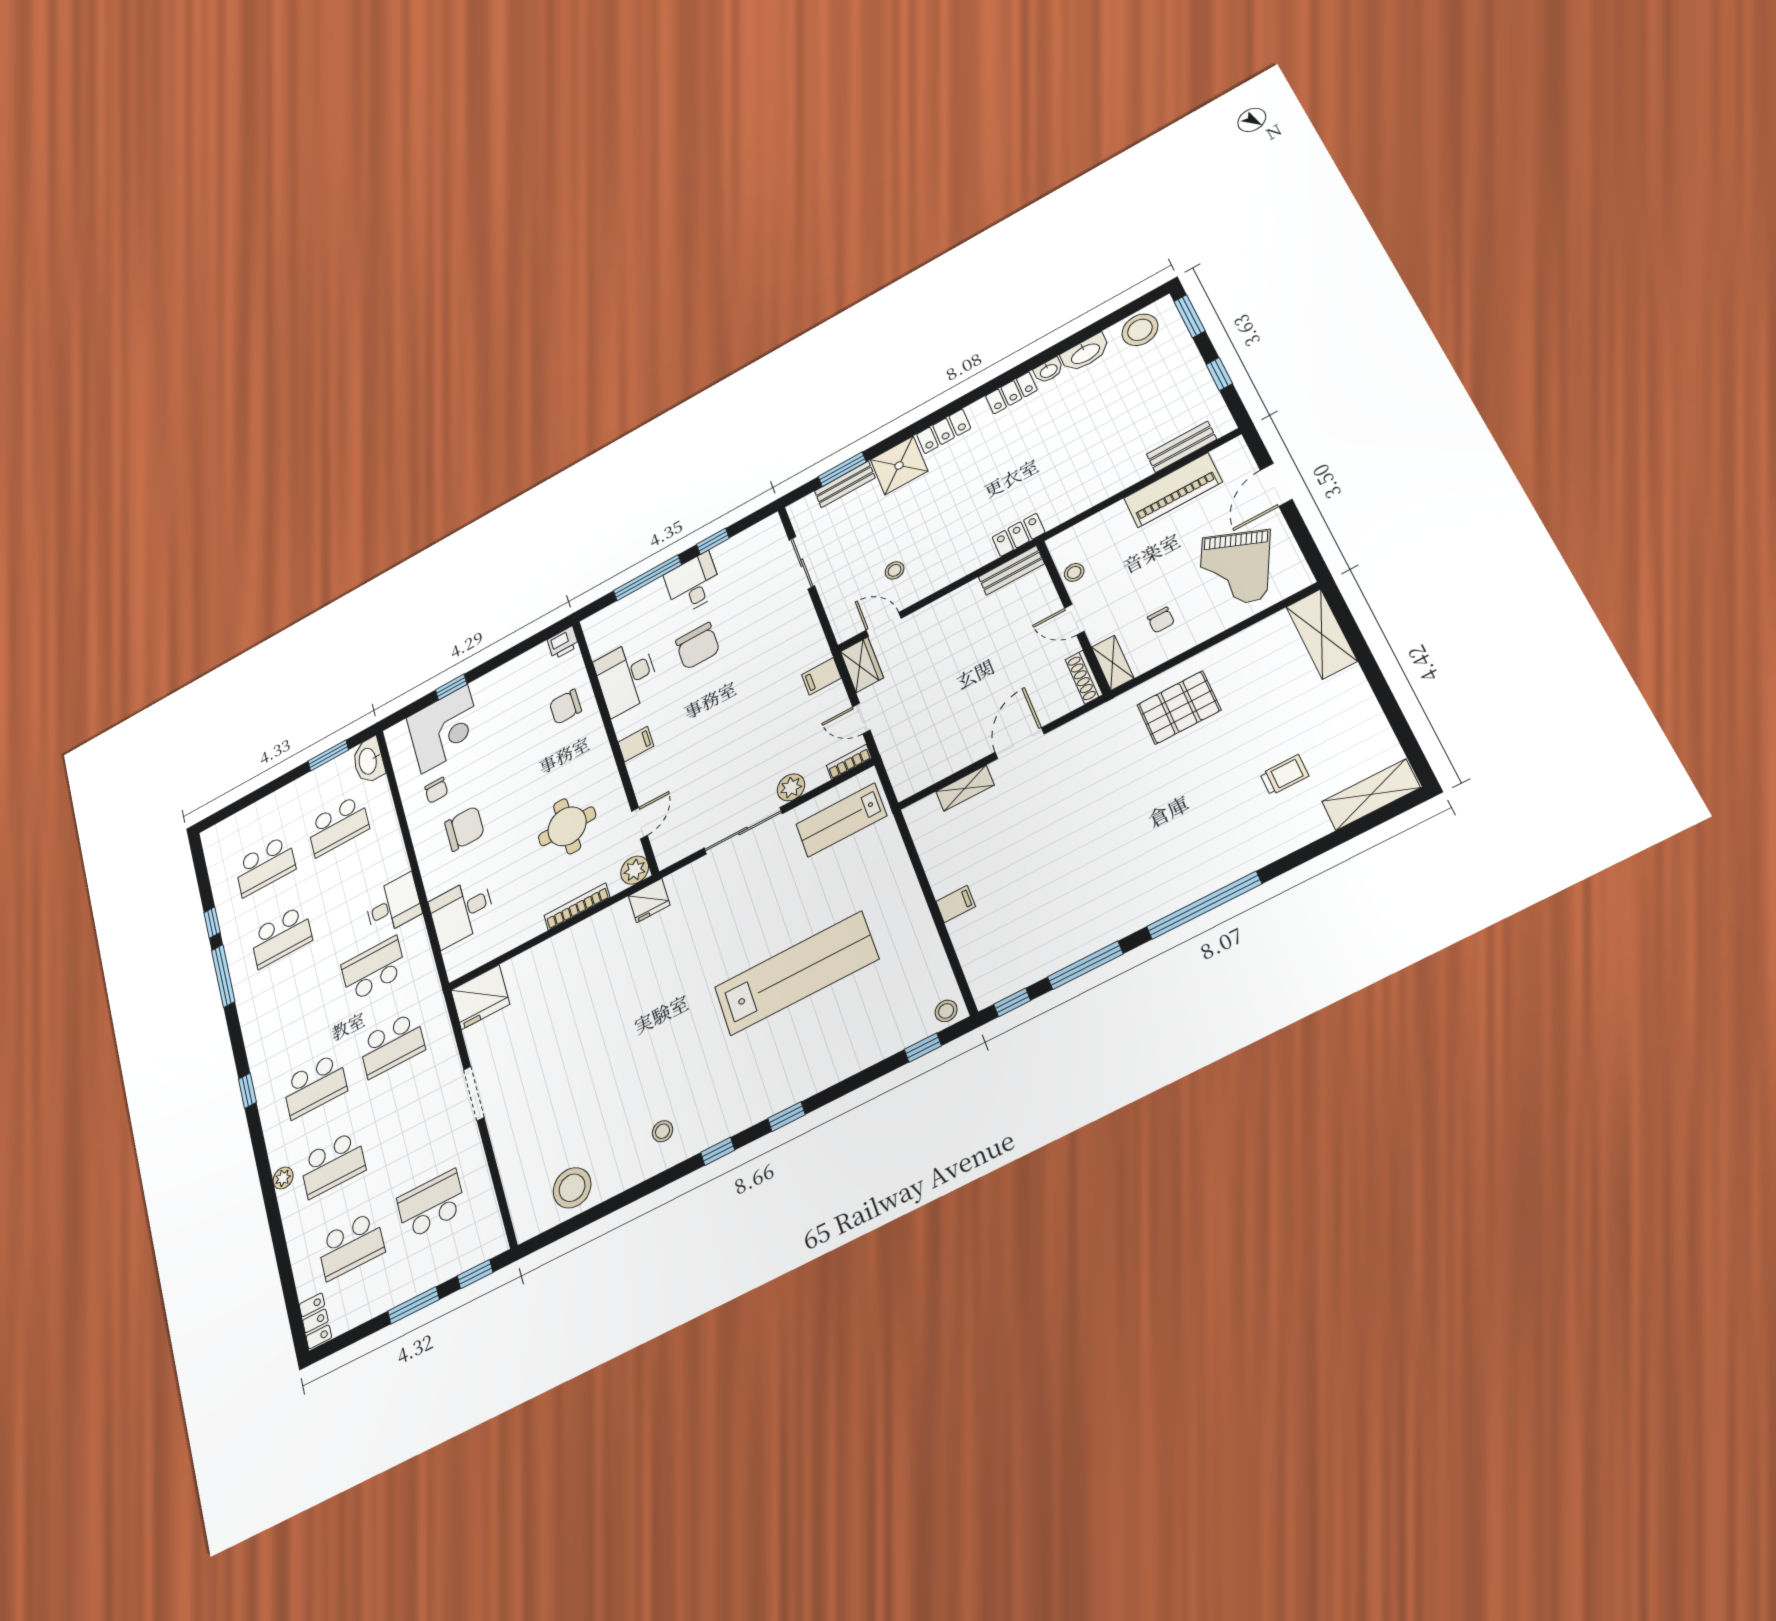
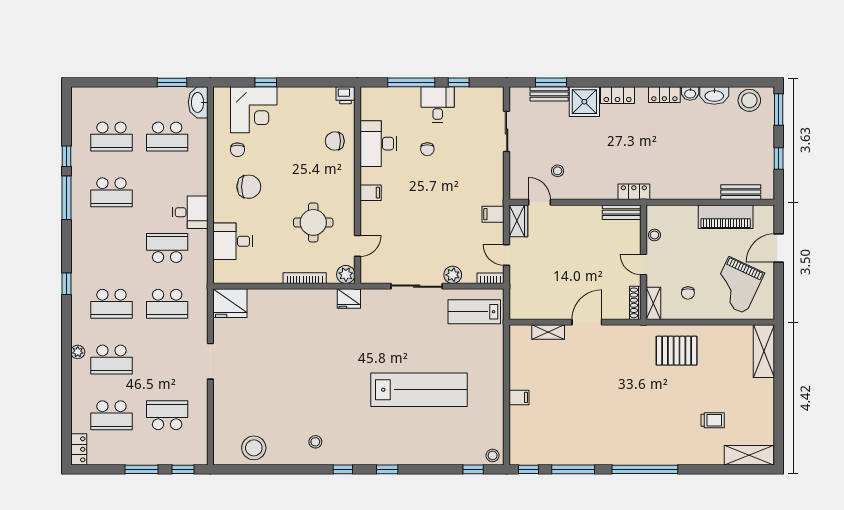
chair: (698, 646) -> (427, 149), width x0.54, depth x0.54

